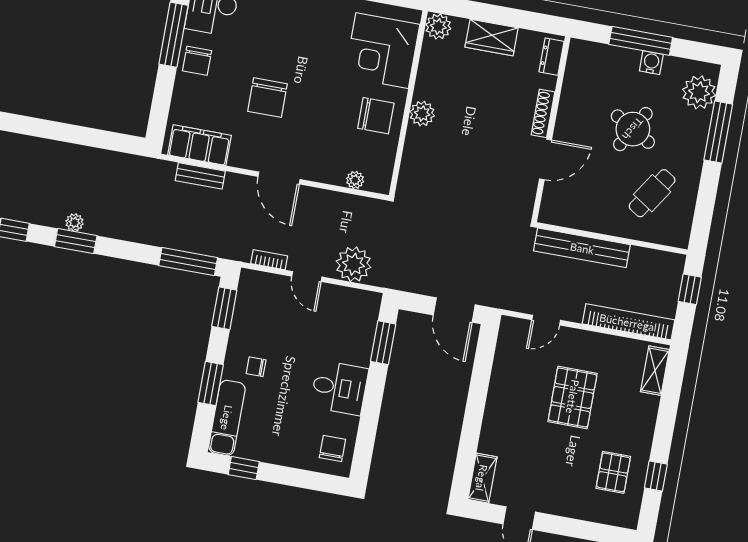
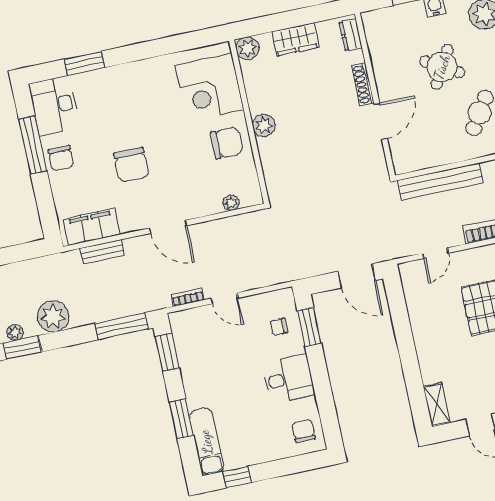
plant: (353, 264) -> (53, 316), moved
chair: (256, 367) -> (279, 327), moved

